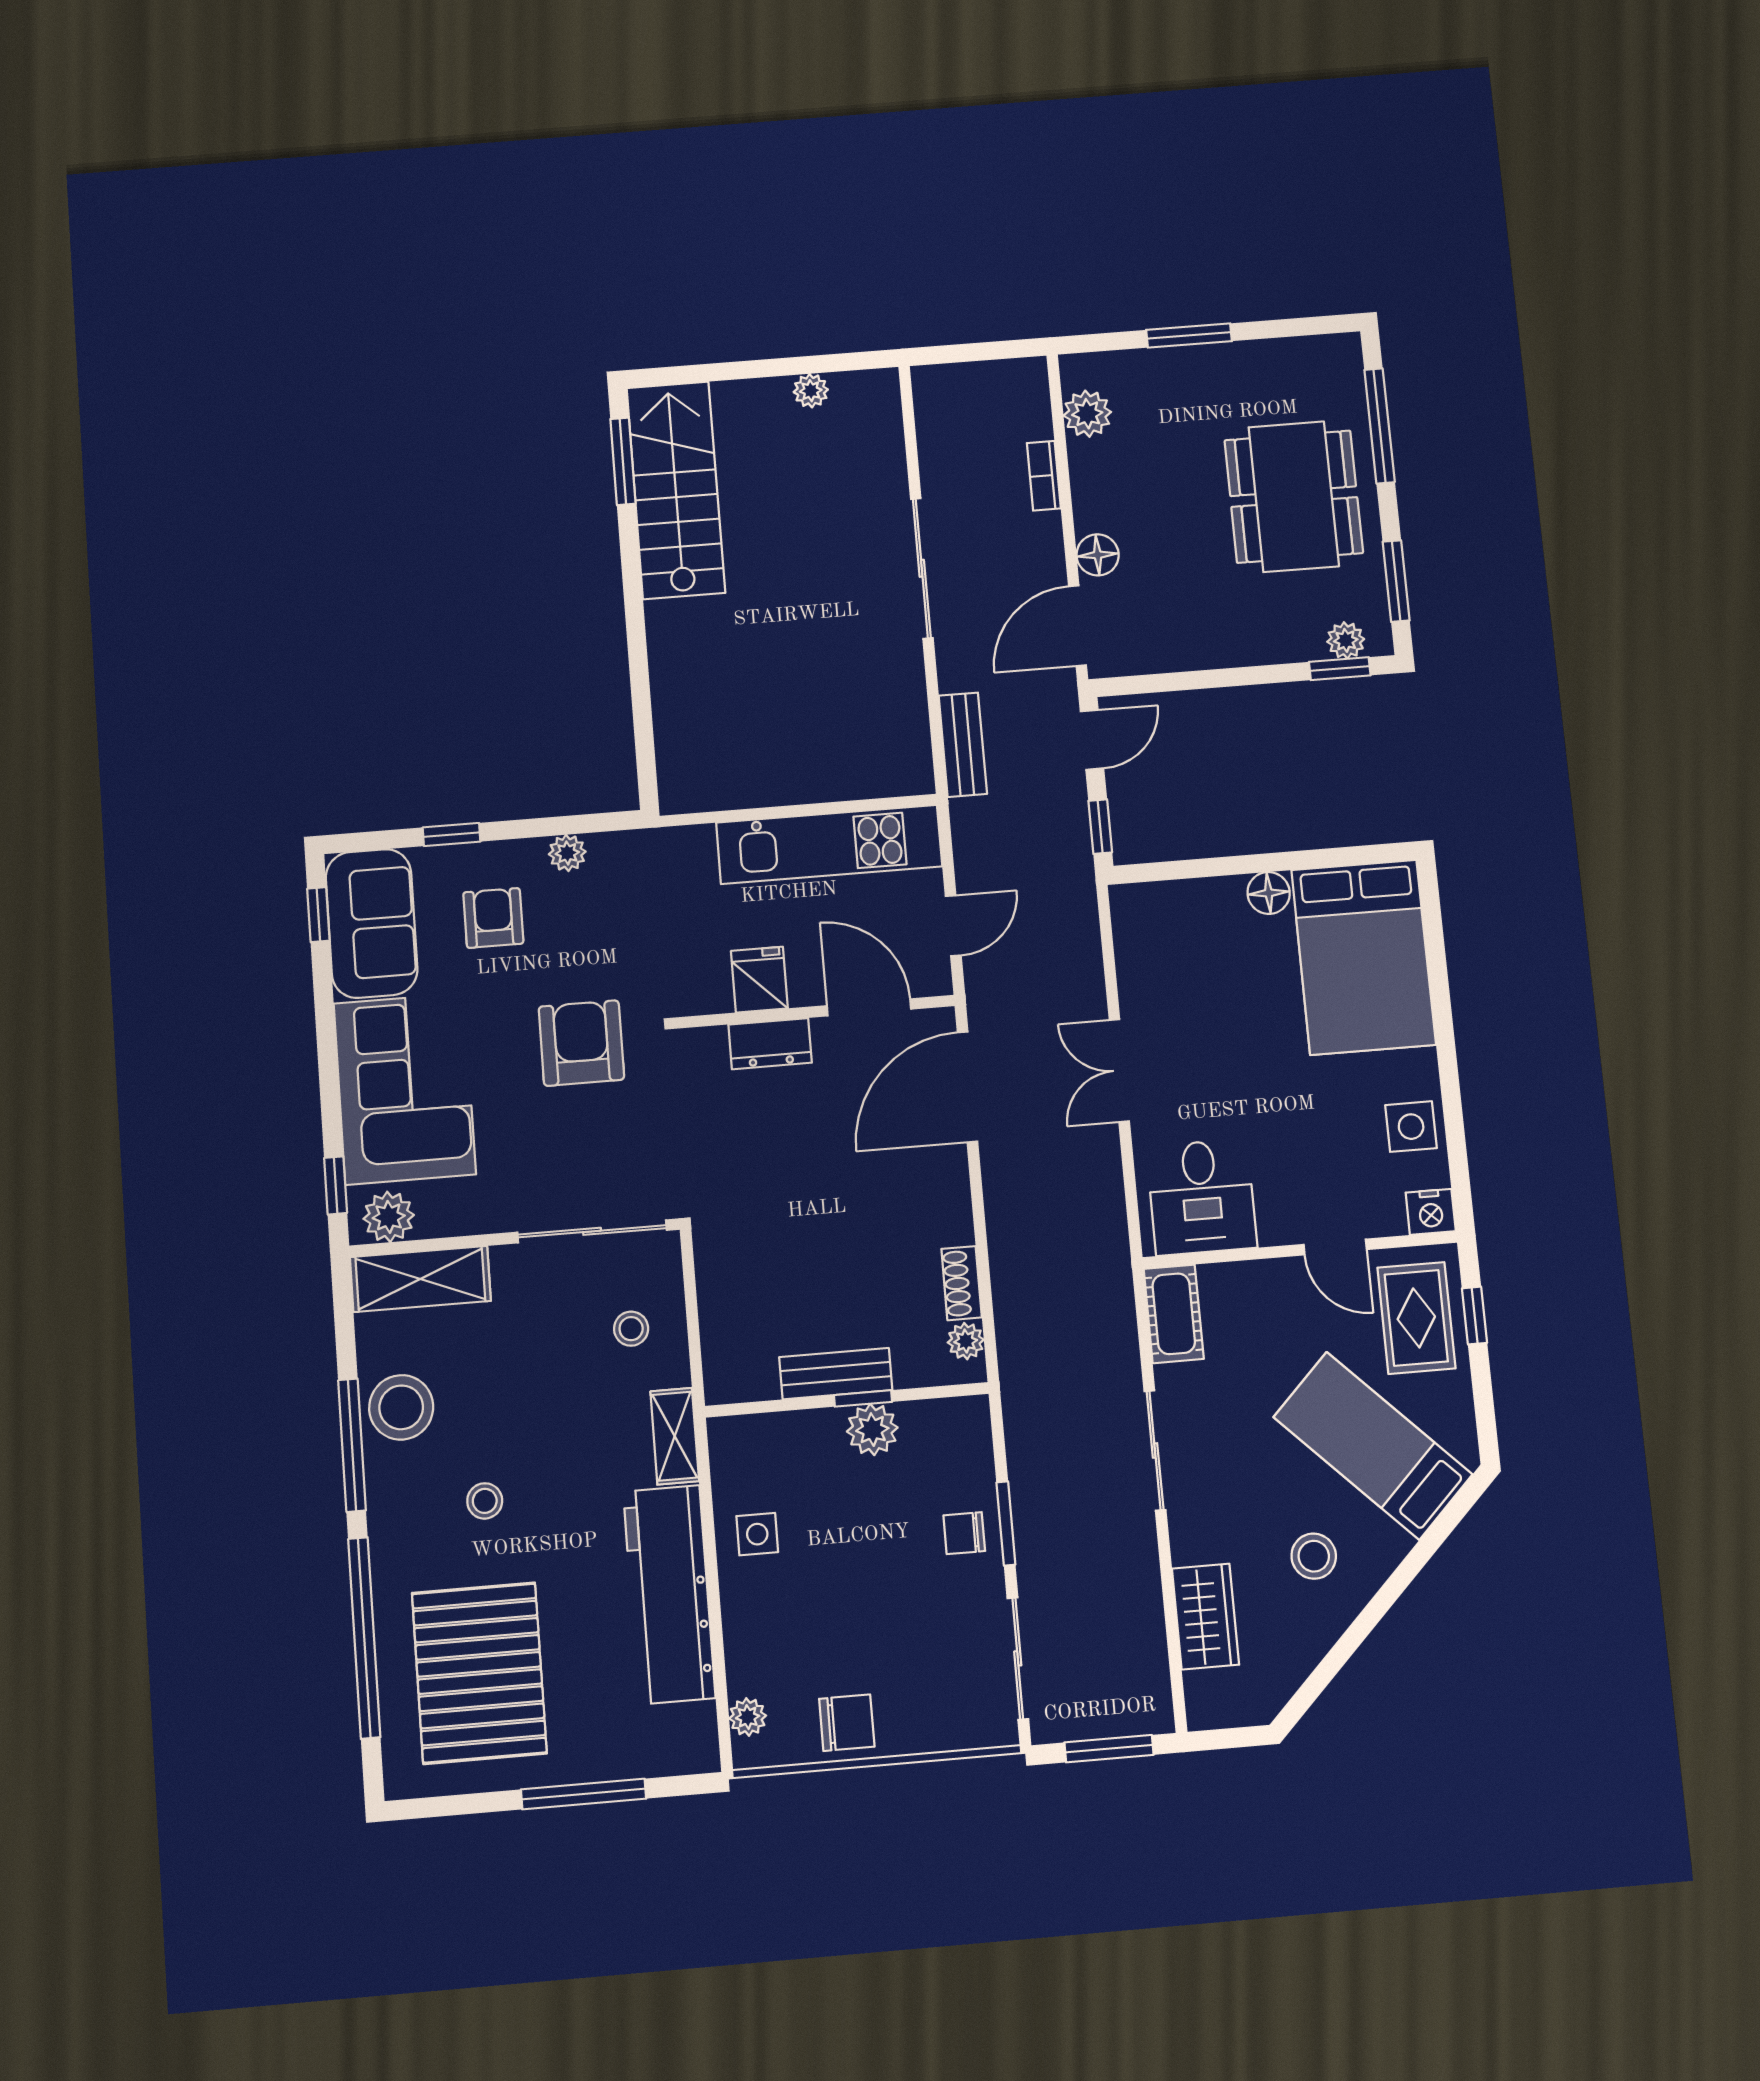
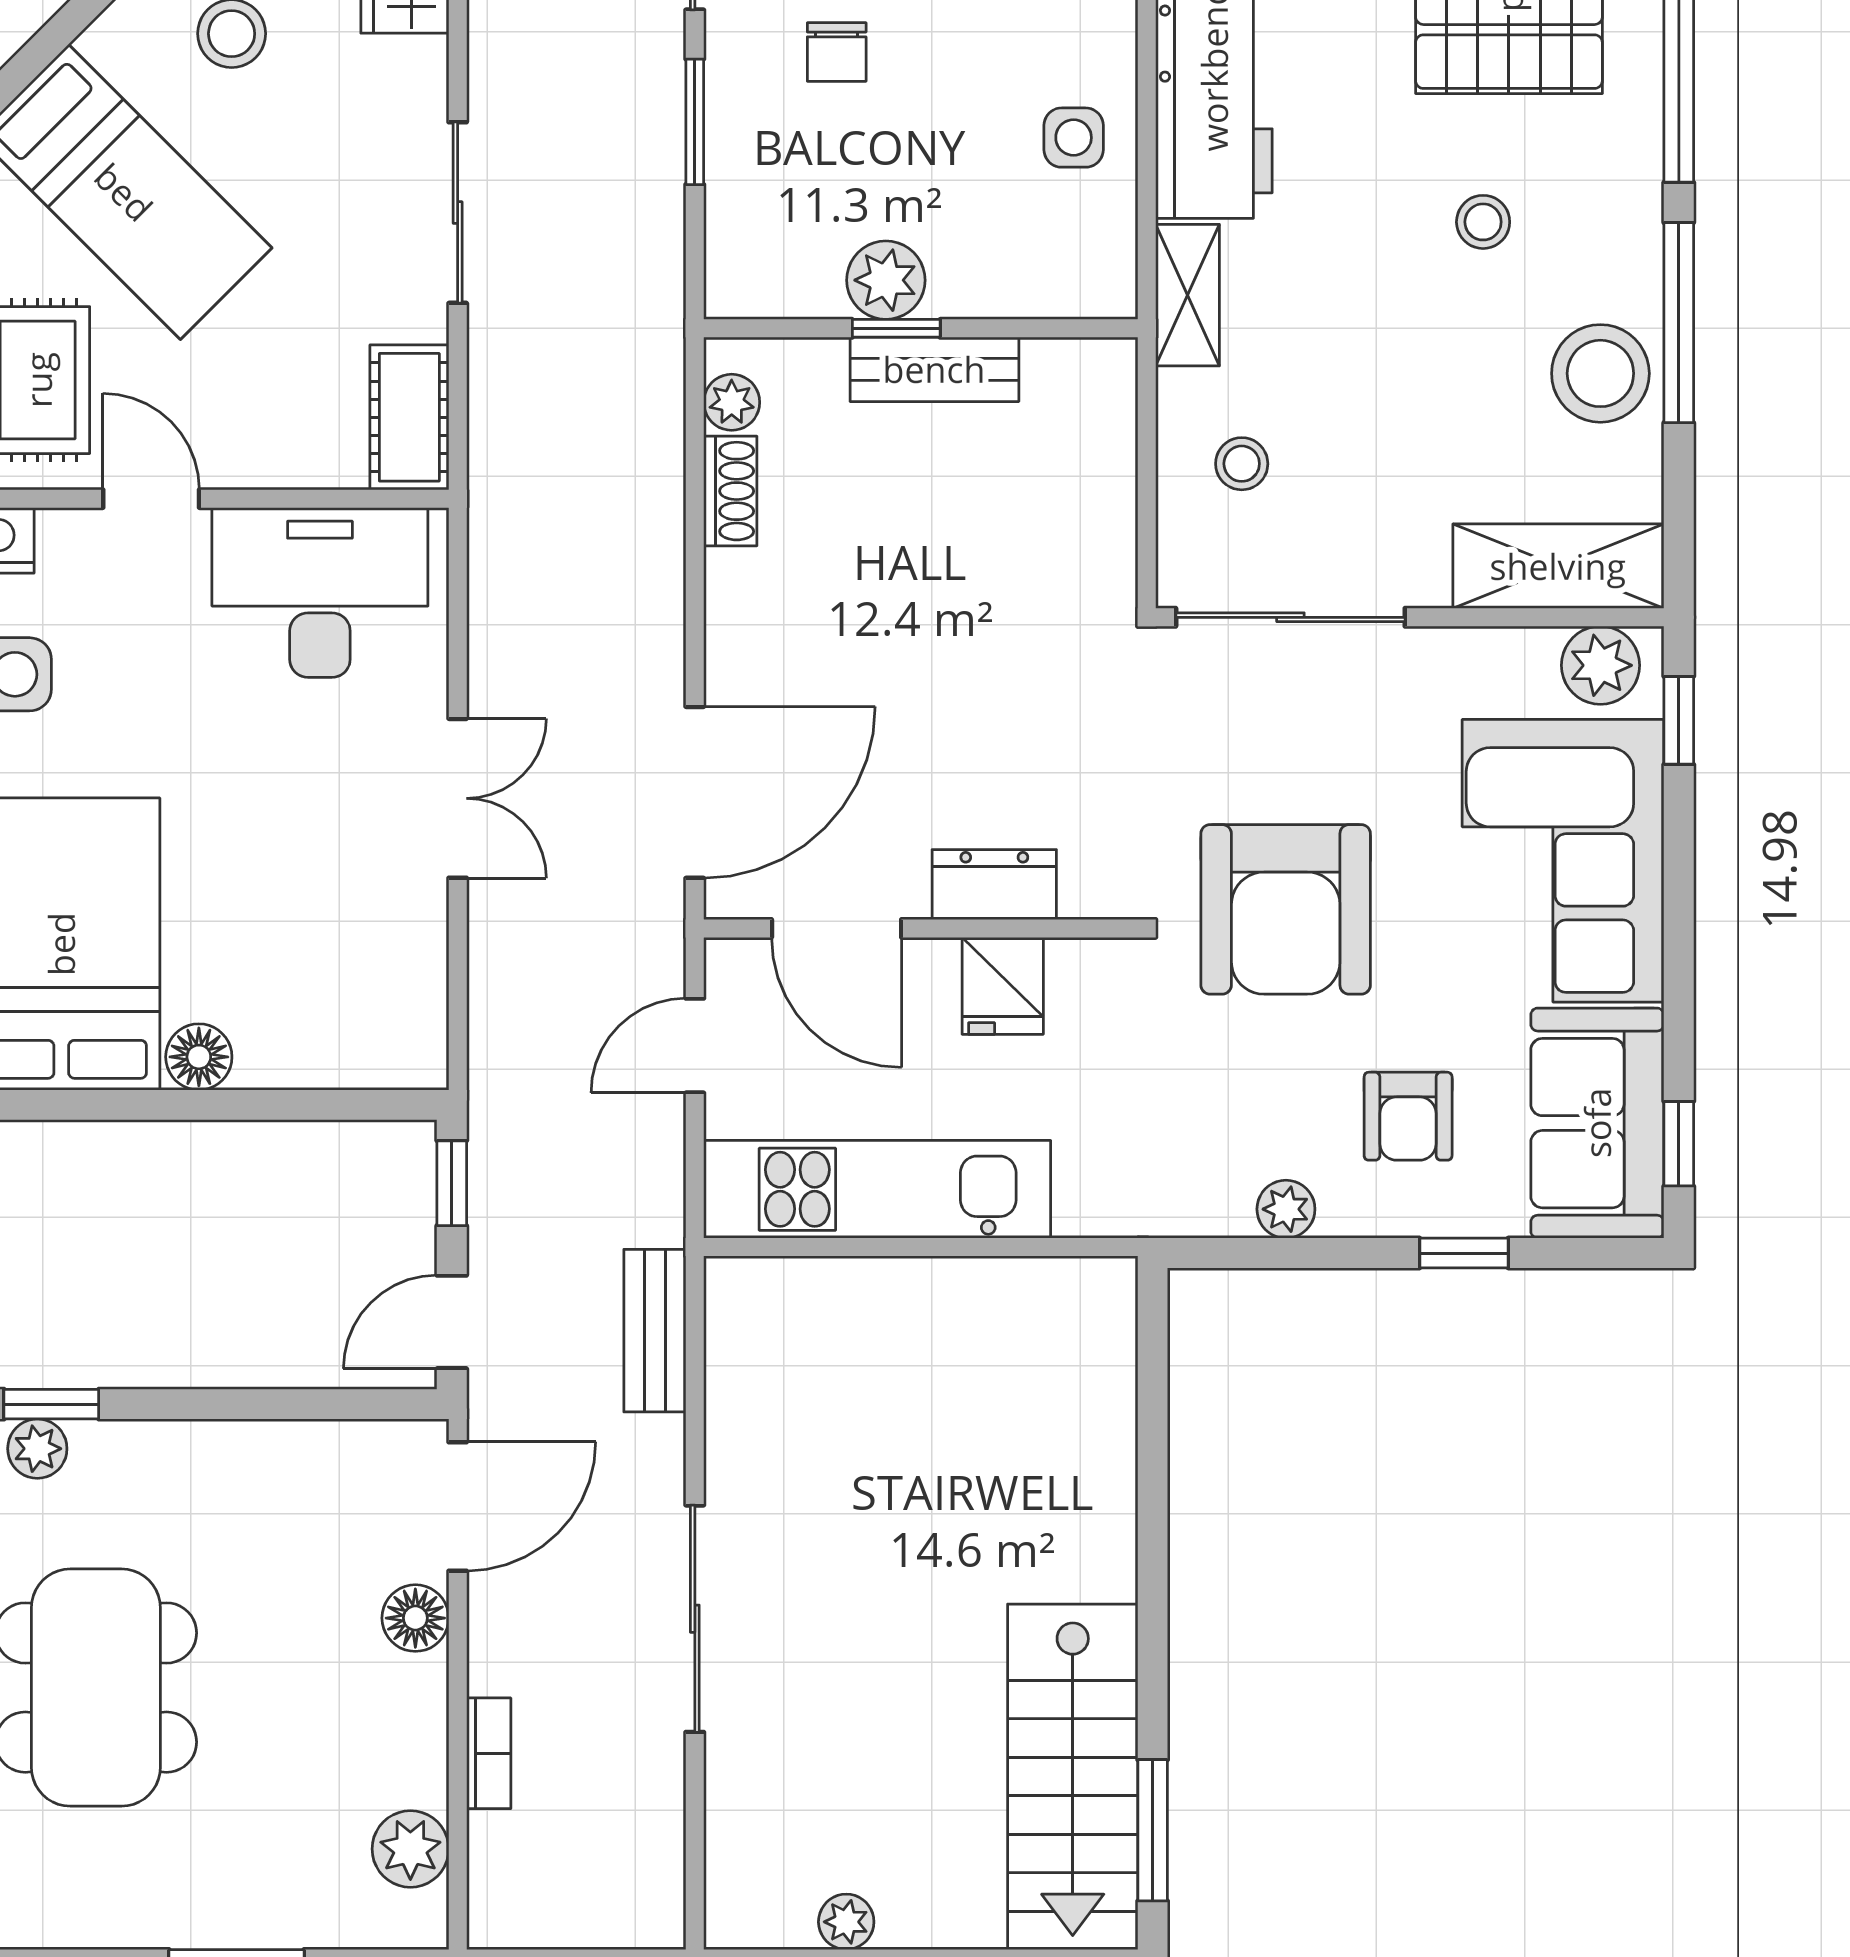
armchair: (581, 1043) -> (1286, 909), width x1.36, depth x1.36
desk: (1202, 1197) -> (320, 592), width x1.37
chair: (964, 1533) -> (837, 52), moved, turned 90

